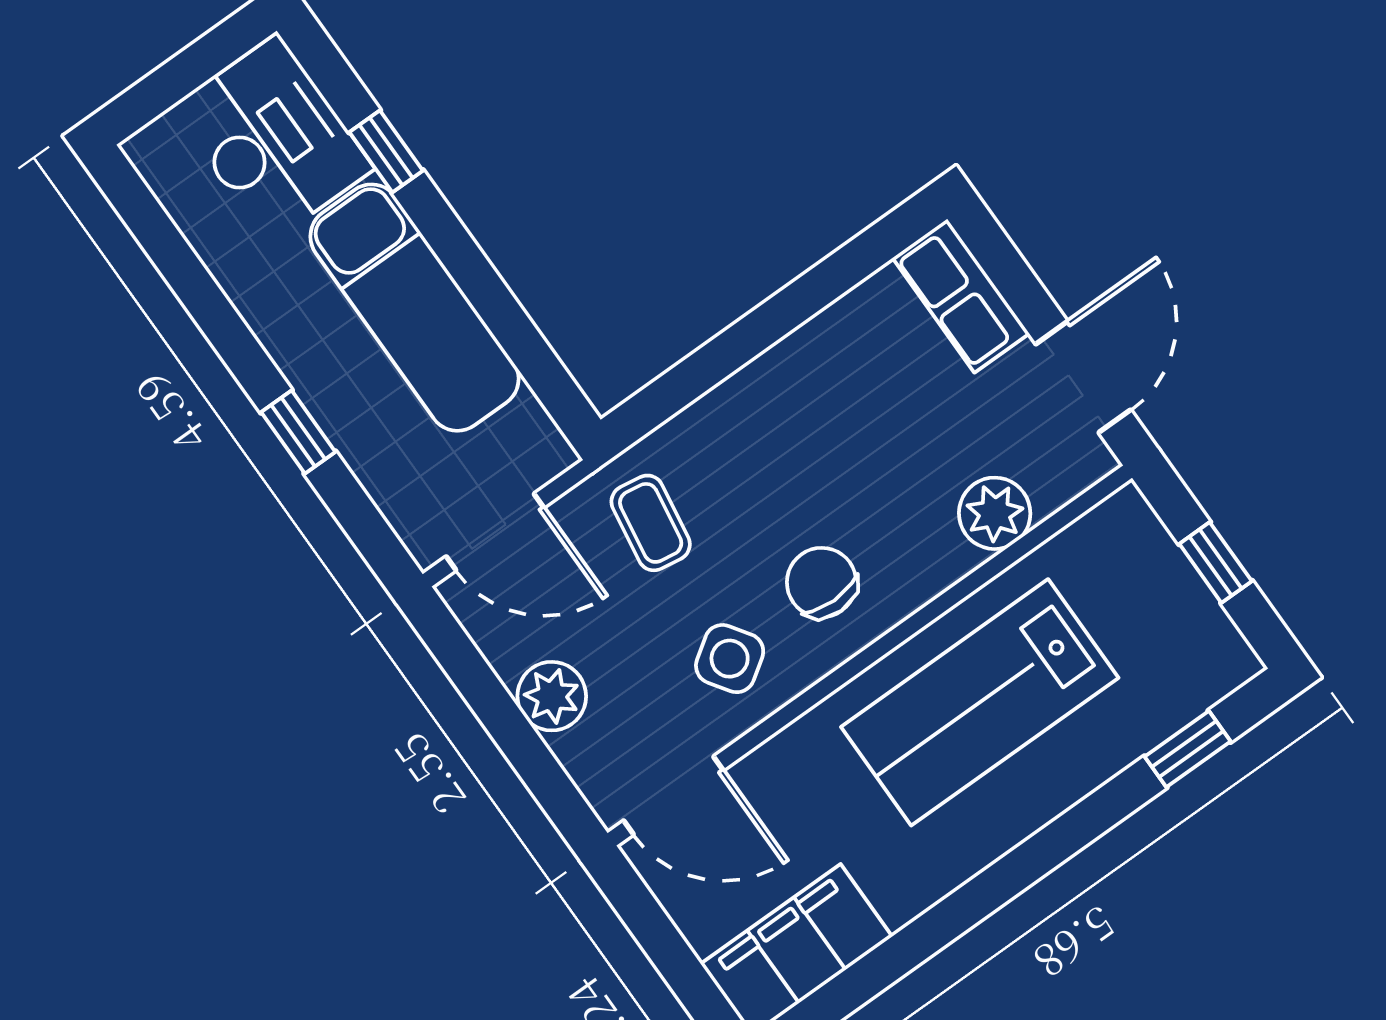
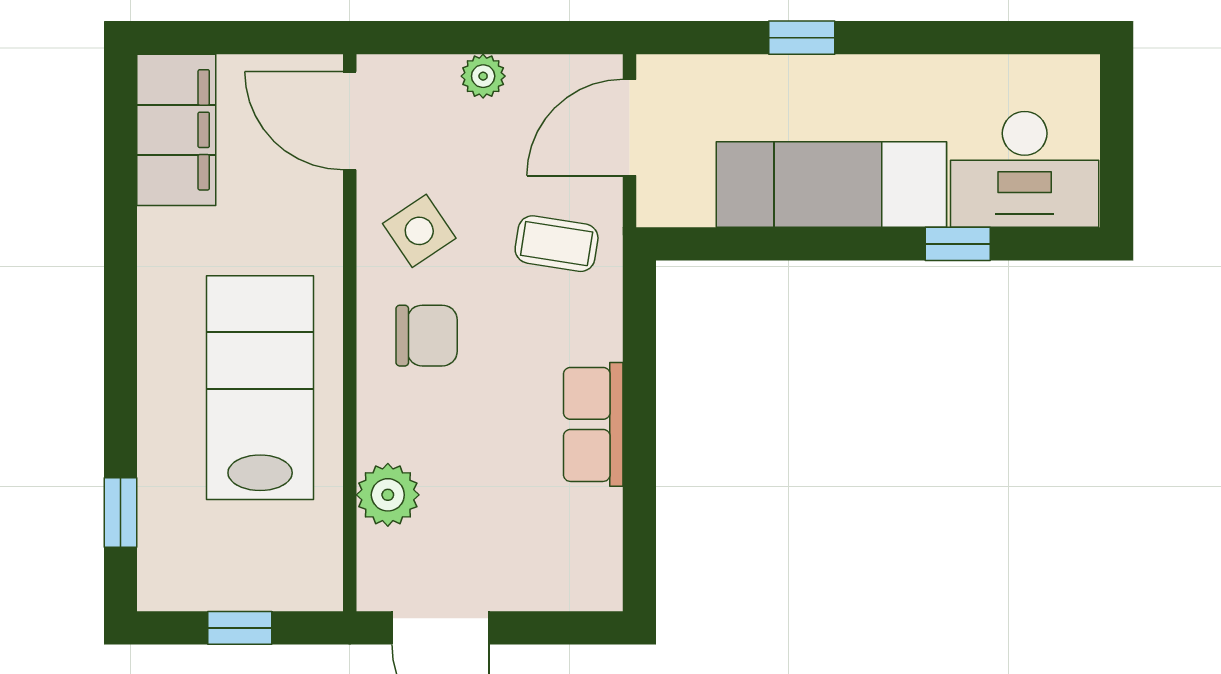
row of seats: (961, 296) -> (593, 424), moved, turned -90
plant: (552, 696) -> (483, 76), width x0.73, depth x0.73
door: (673, 795) -> (350, 121), hinge flipped

